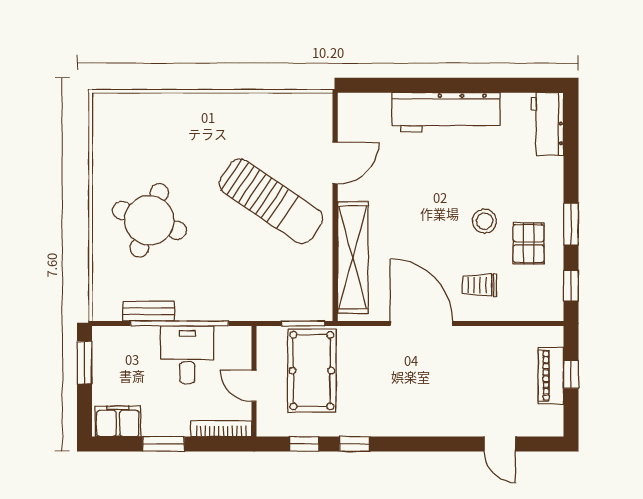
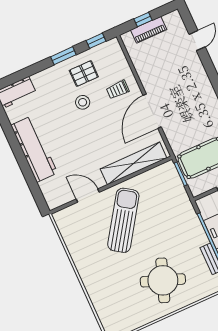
trolley: (479, 285) -> (118, 90), turned 90

